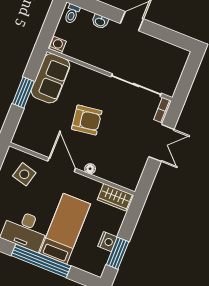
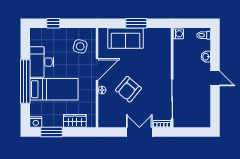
sofa: (51, 78) -> (125, 38), moved
armchair: (87, 120) -> (128, 89), moved, turned 48
double door: (161, 143) -> (139, 132), swing flipped
wardrobe: (115, 197) -> (75, 121), moved, turned 90
nightstand: (107, 242) -> (36, 122), moved

